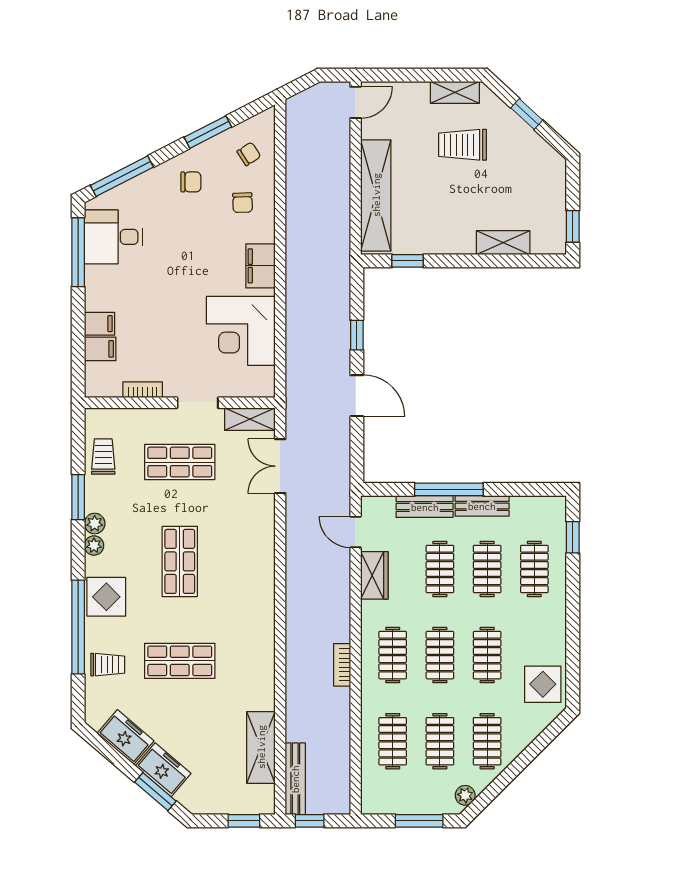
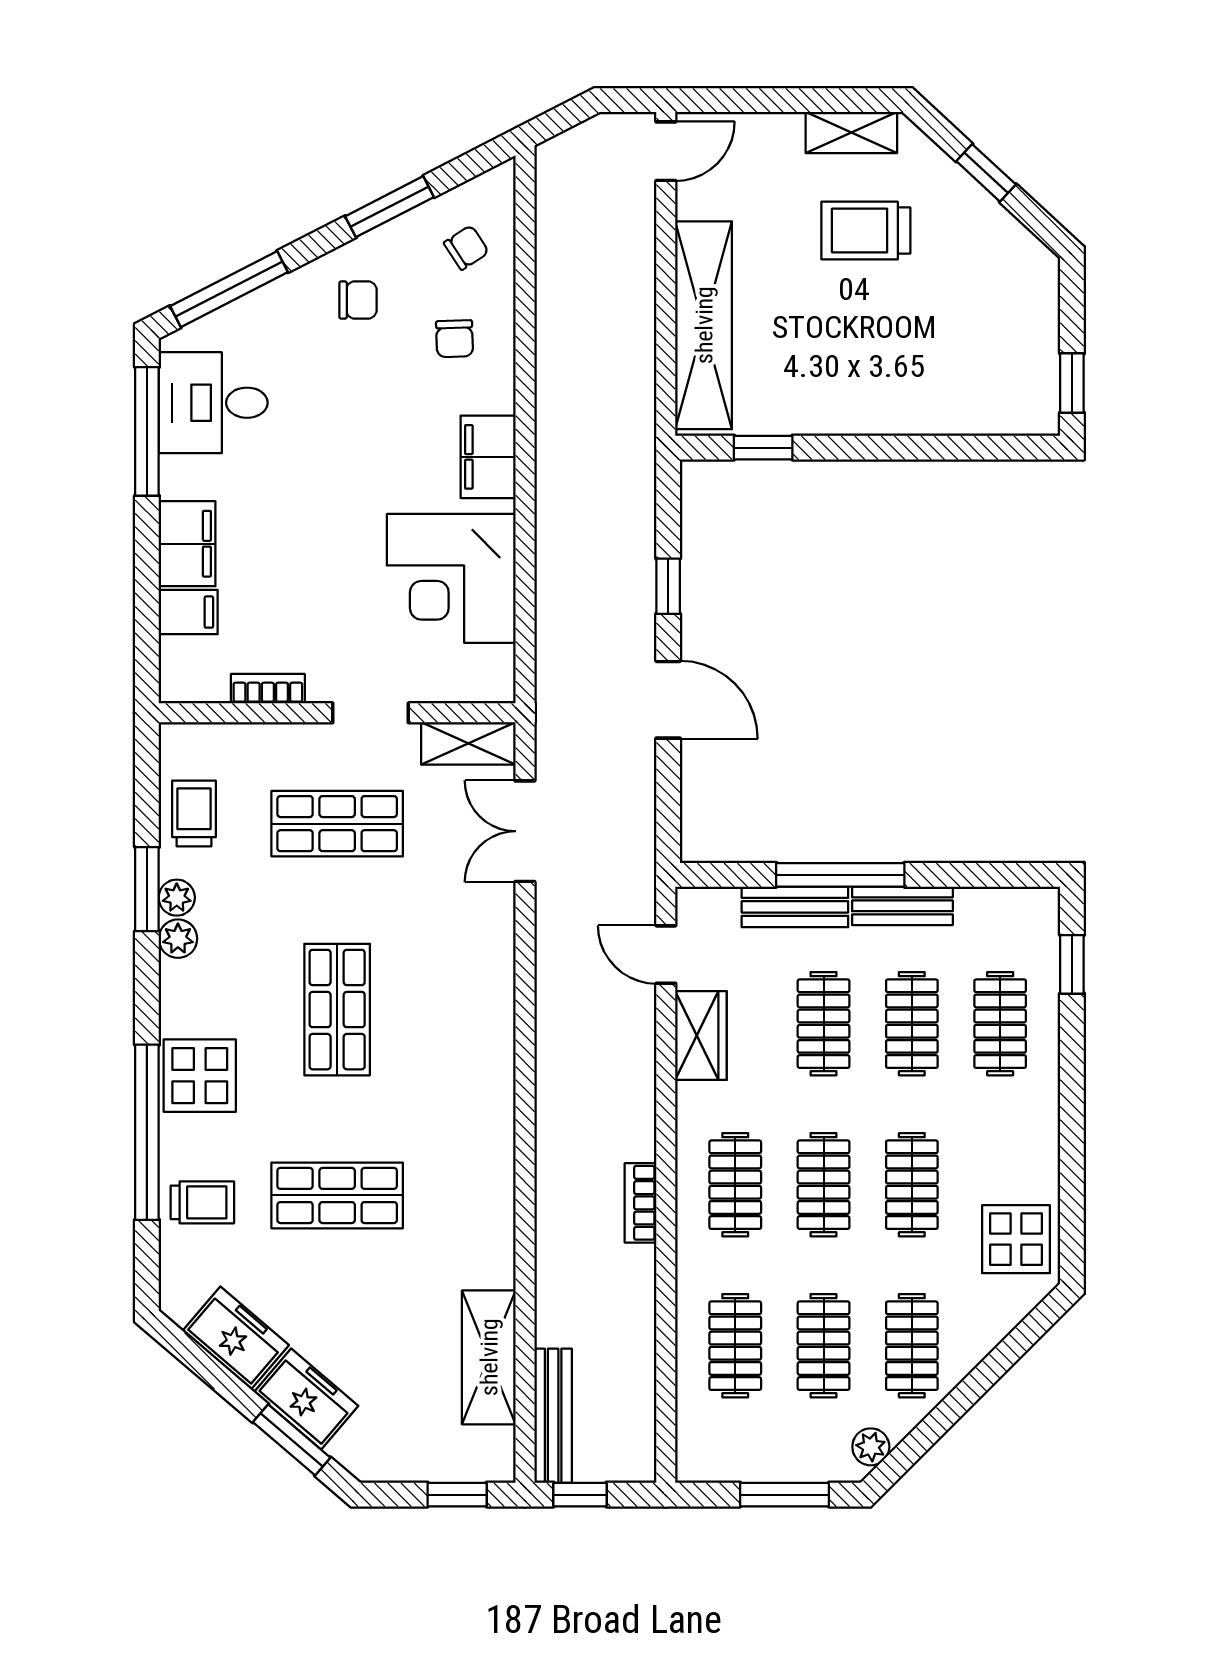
shelving: (503, 243) -> (942, 413), removed
filing cabinet: (99, 324) -> (187, 544), width x2.00
plant: (94, 545) -> (177, 898), moved

